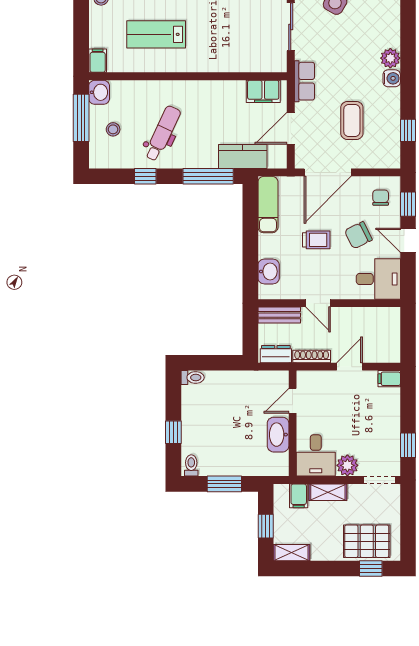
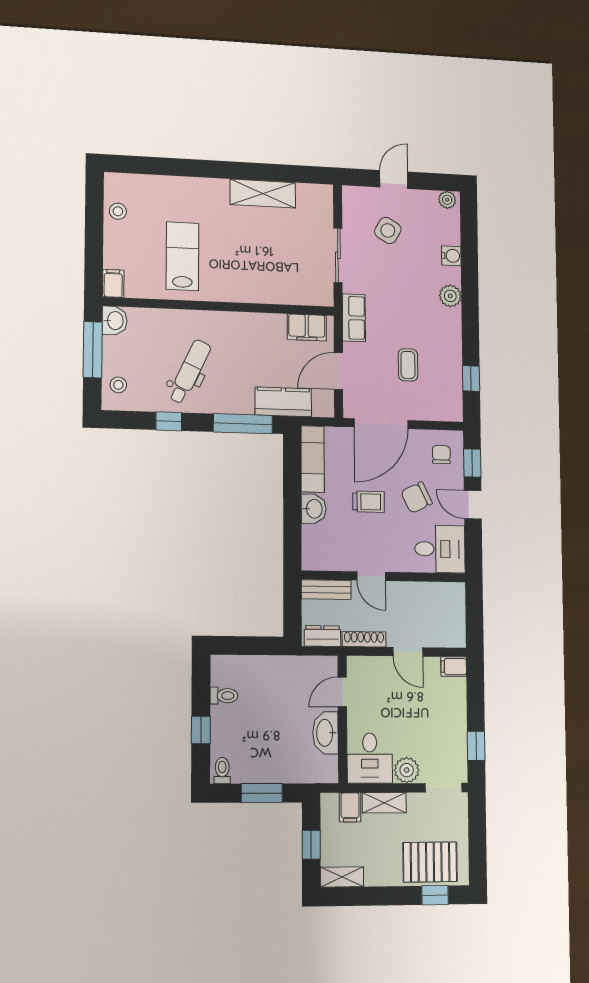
lab bench: (156, 34) -> (182, 256), turned 90
water cooler: (392, 78) -> (451, 256), moved
coffee table: (352, 120) -> (408, 365), width x0.73, depth x0.77
stool: (113, 129) -> (118, 385), moved
washbasin: (269, 271) -> (314, 509), moved
door: (349, 367) -> (408, 652), swing flipped
toilet: (193, 377) -> (224, 696), moved

